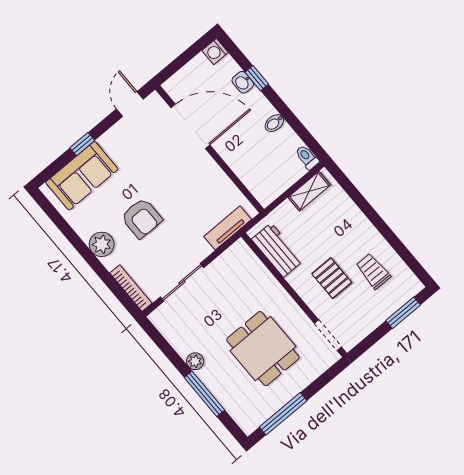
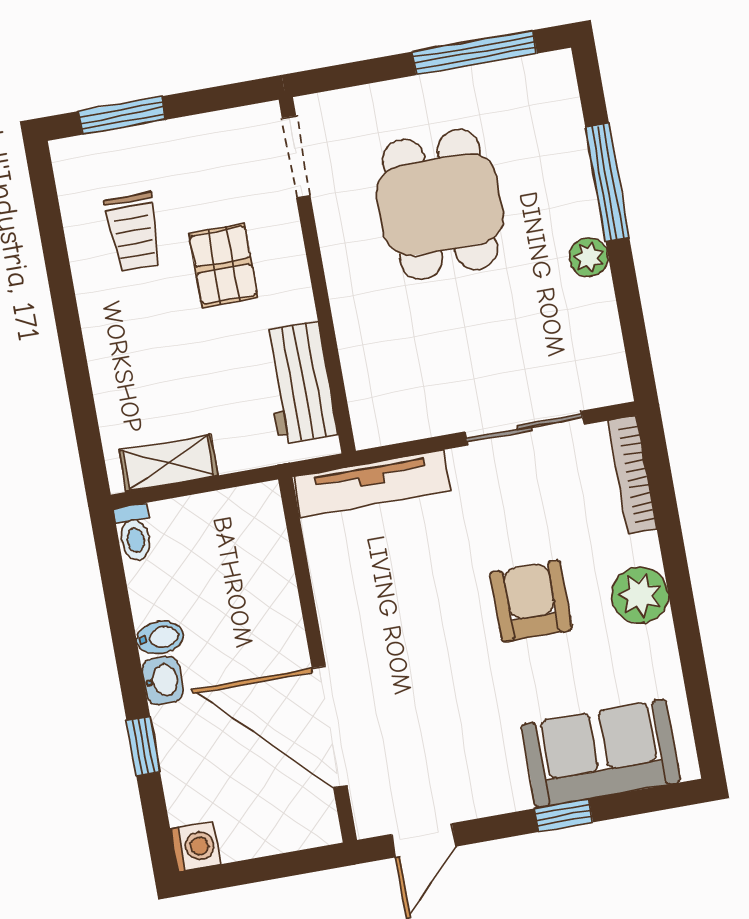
washbasin: (243, 82) -> (163, 680), moved
tv unit: (228, 228) -> (372, 484), width x1.41

